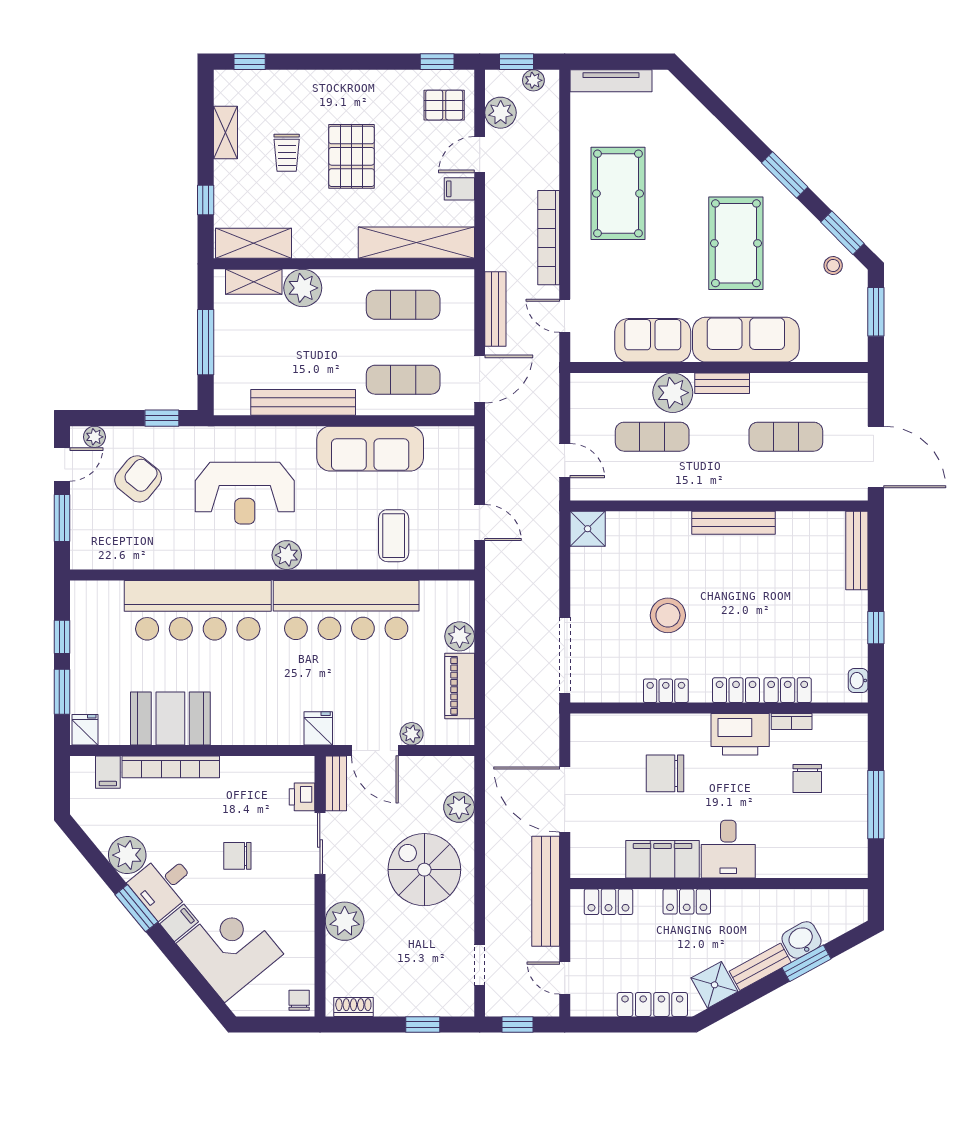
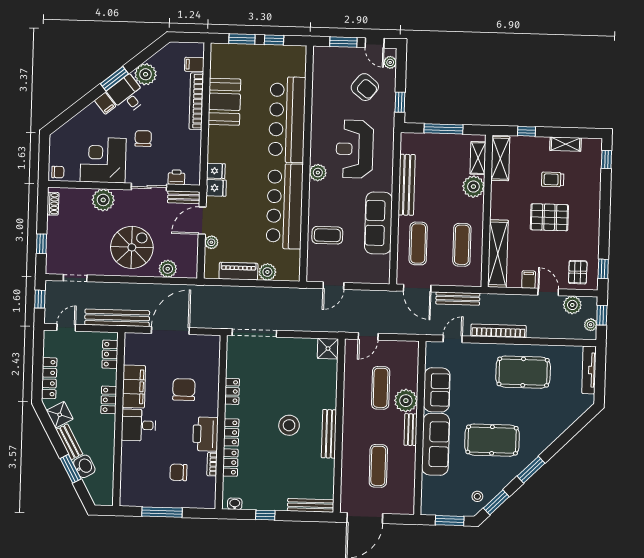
stool: (668, 615) -> (289, 425), moved
fridge: (85, 730) -> (216, 171), moved
corner desk: (230, 949) -> (103, 160), moved, turned -141

